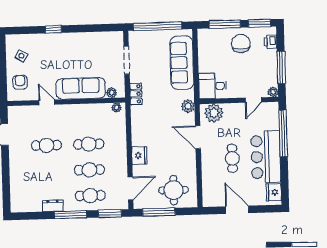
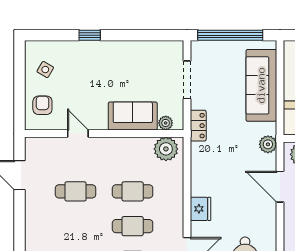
sofa: (81, 88) -> (133, 116), width x0.73
plant: (117, 108) -> (166, 149), width x1.88, depth x1.88

